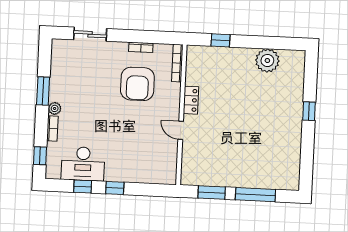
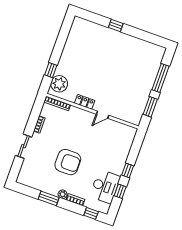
sliding door: (90, 34) -> (24, 146), moved
plant: (267, 61) -> (59, 84), moved
armchair: (137, 84) -> (68, 162), moved

